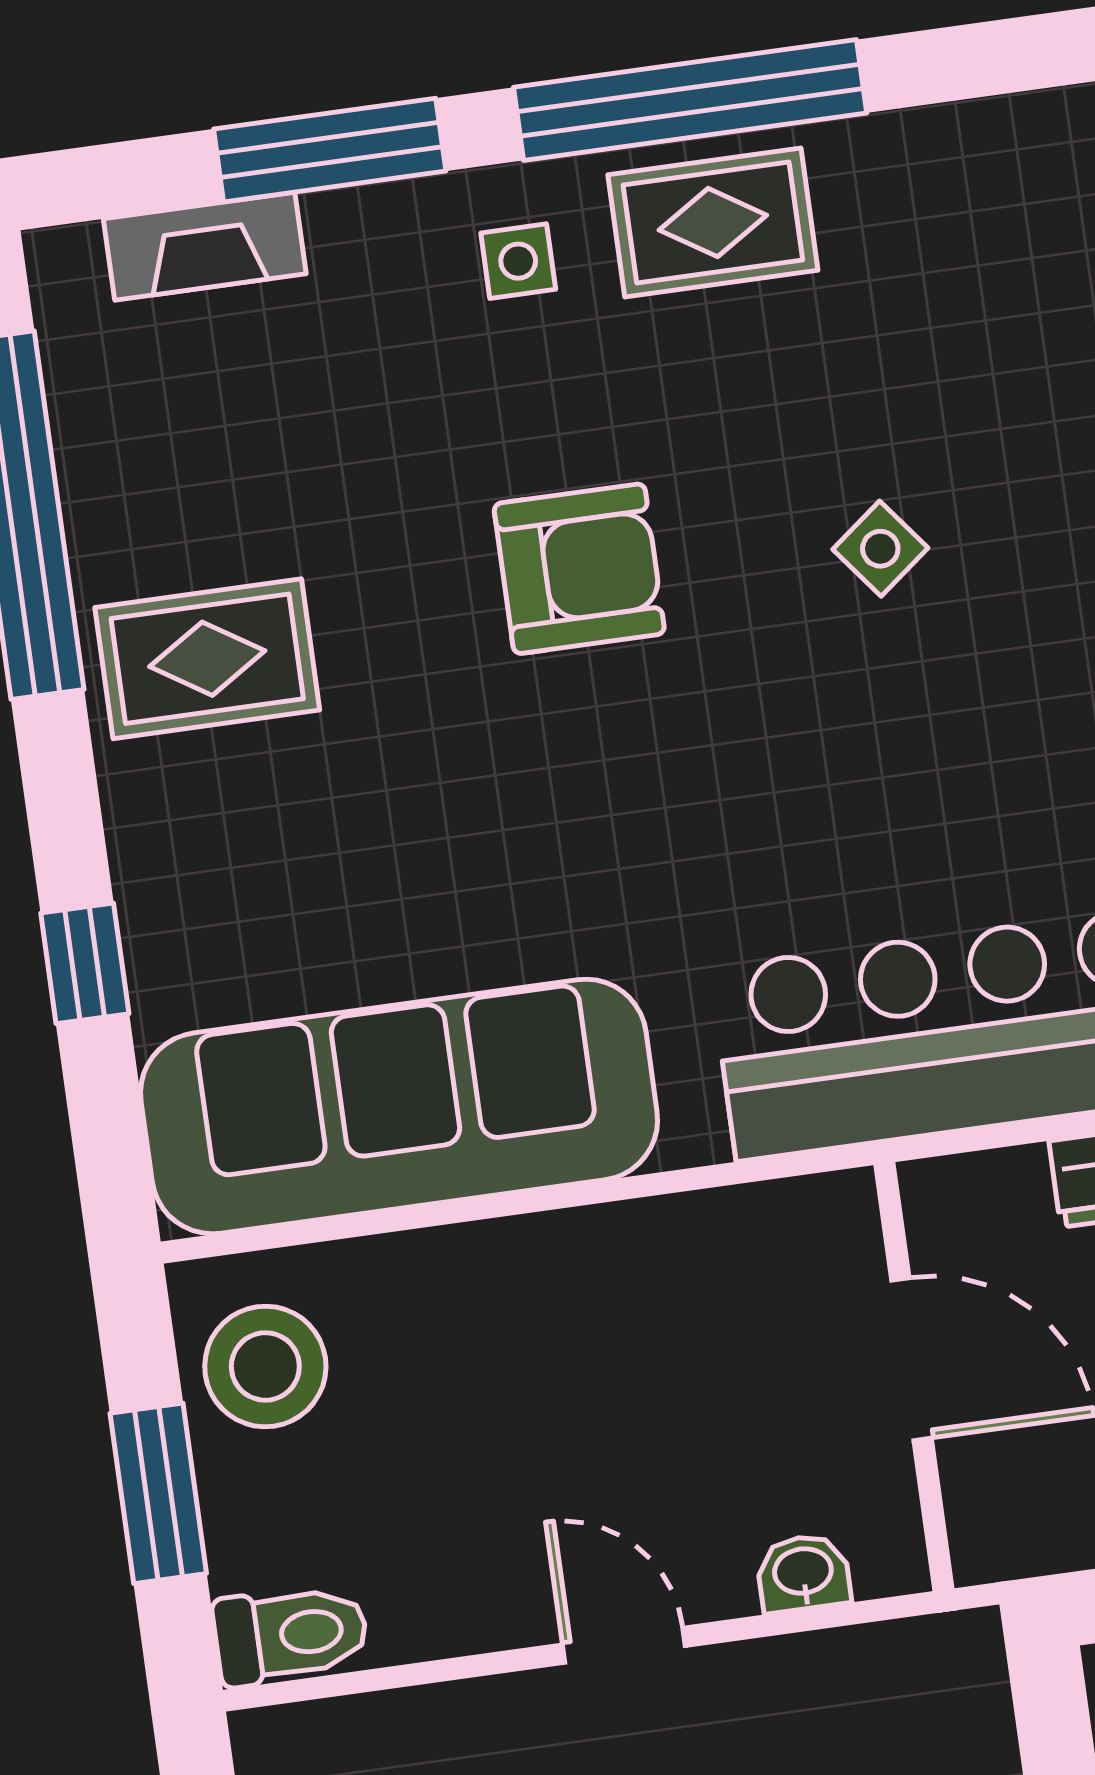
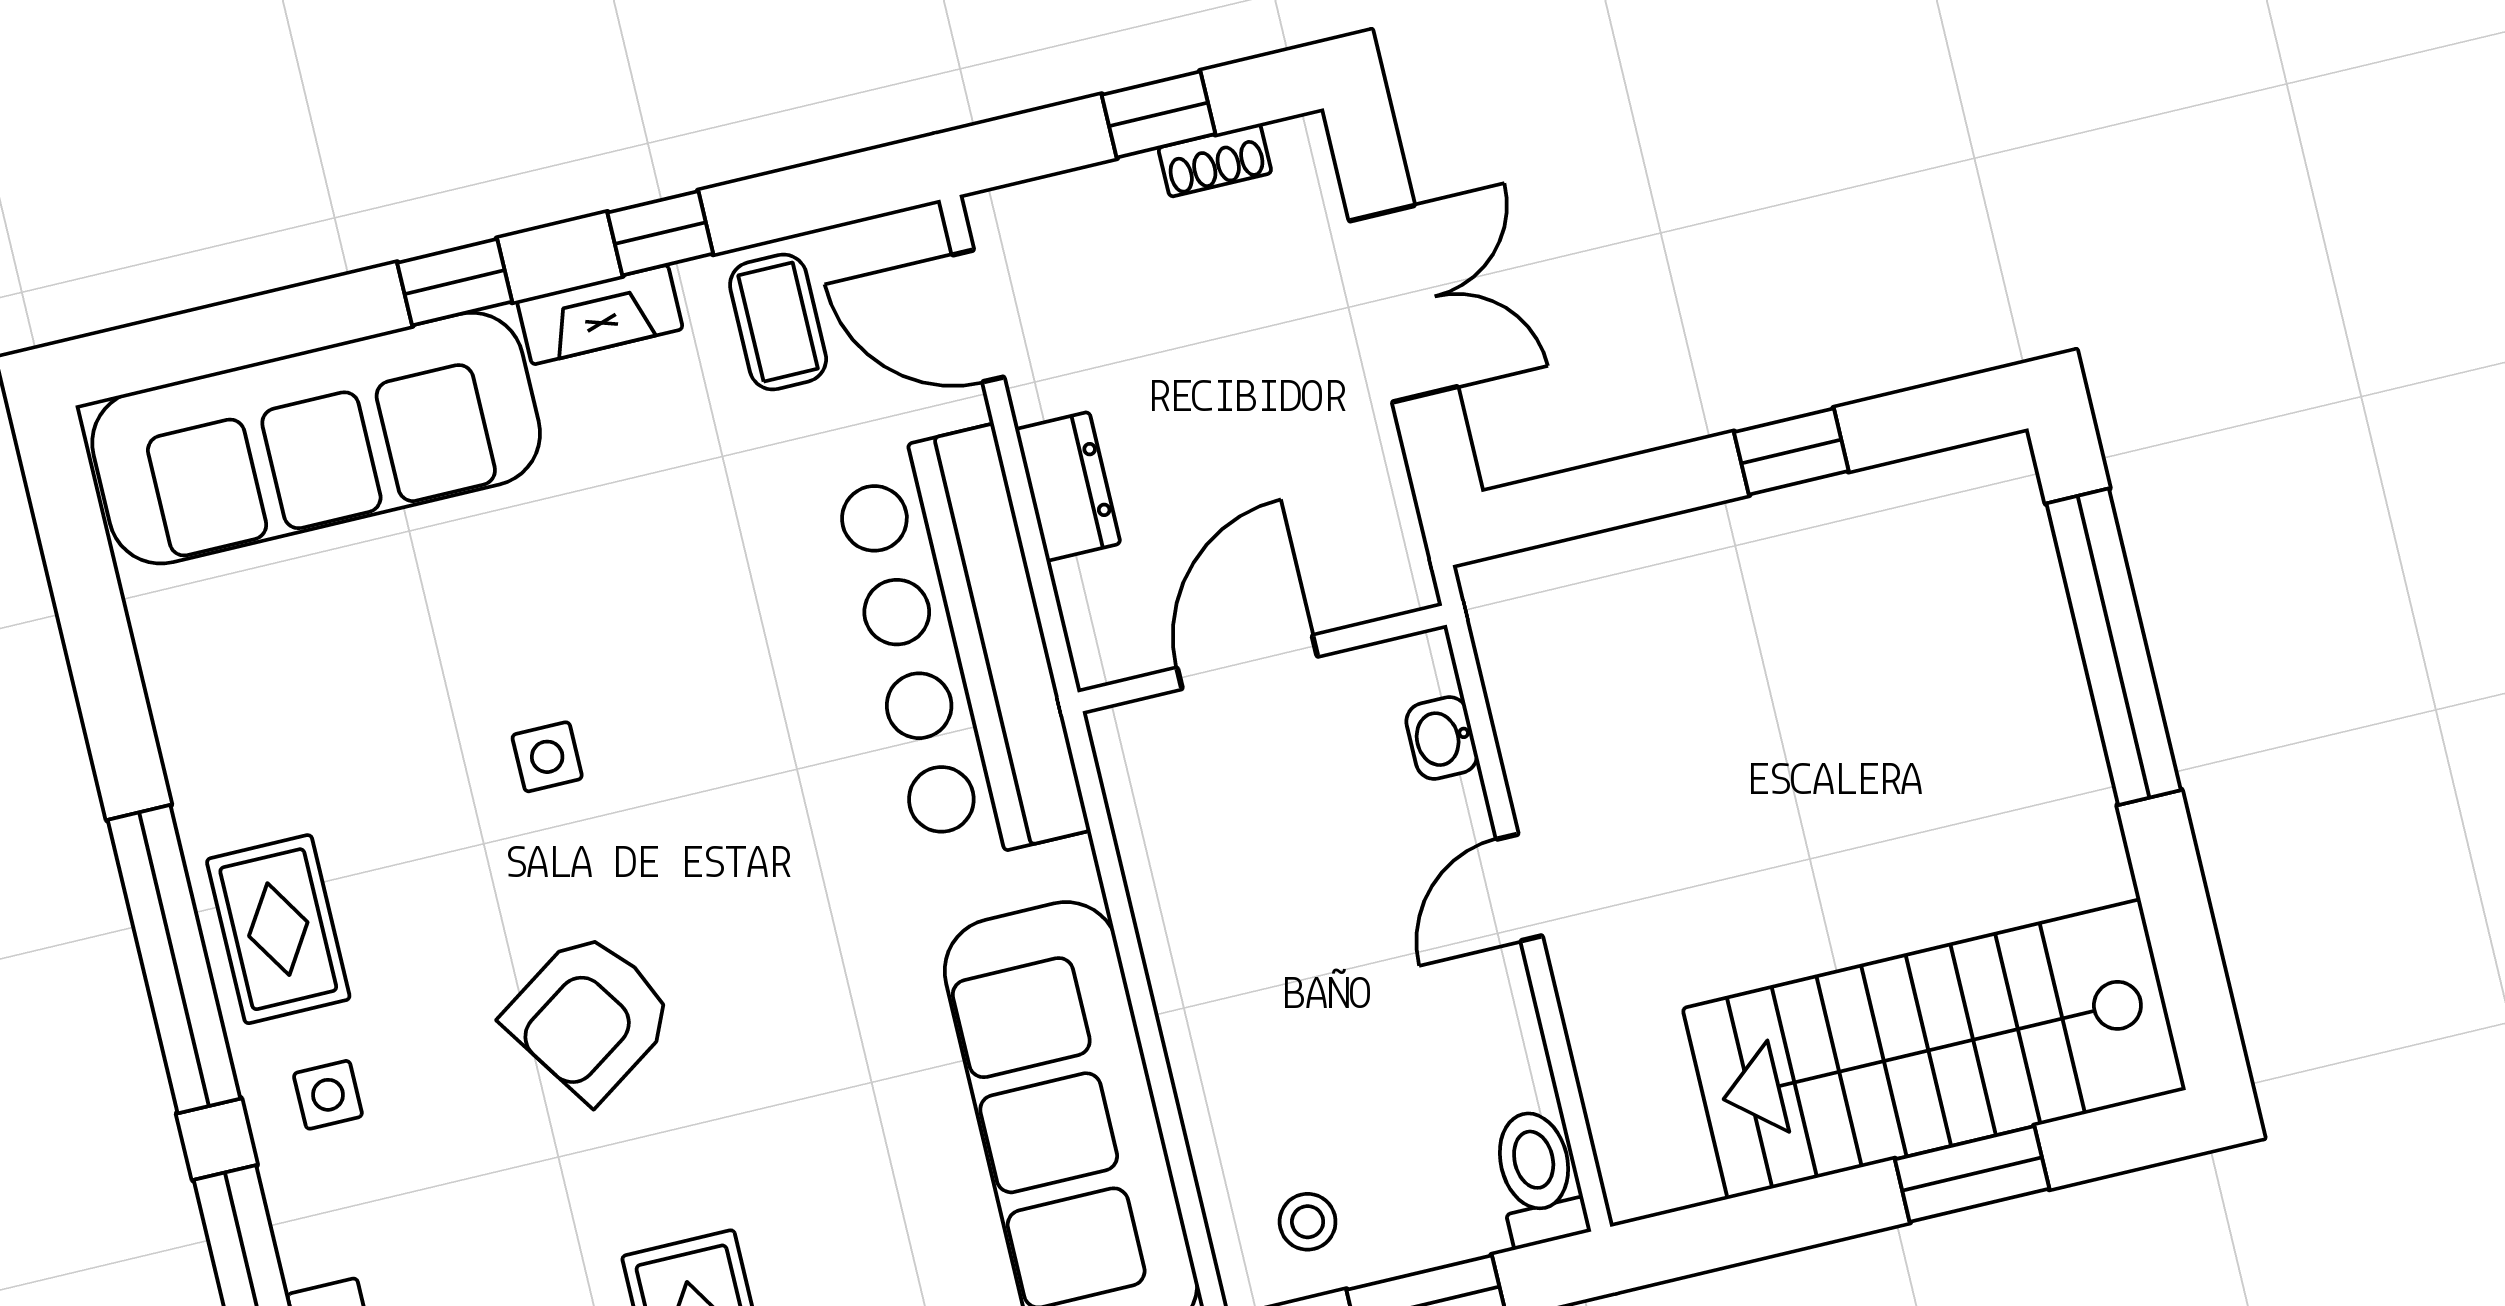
side table: (880, 549) -> (547, 757), turned 38
armchair: (579, 569) -> (590, 1016), turned -124
stool: (265, 1366) -> (1308, 1222), width x0.53, depth x0.53

